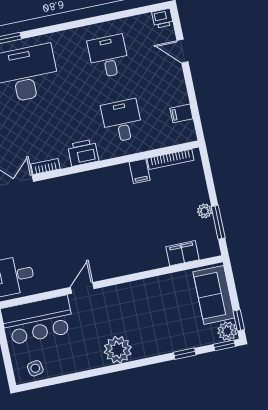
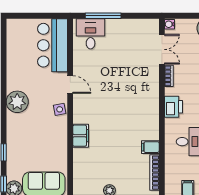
filing cabinet: (183, 253) -> (81, 136), moved
side table: (35, 368) -> (60, 109), moved

